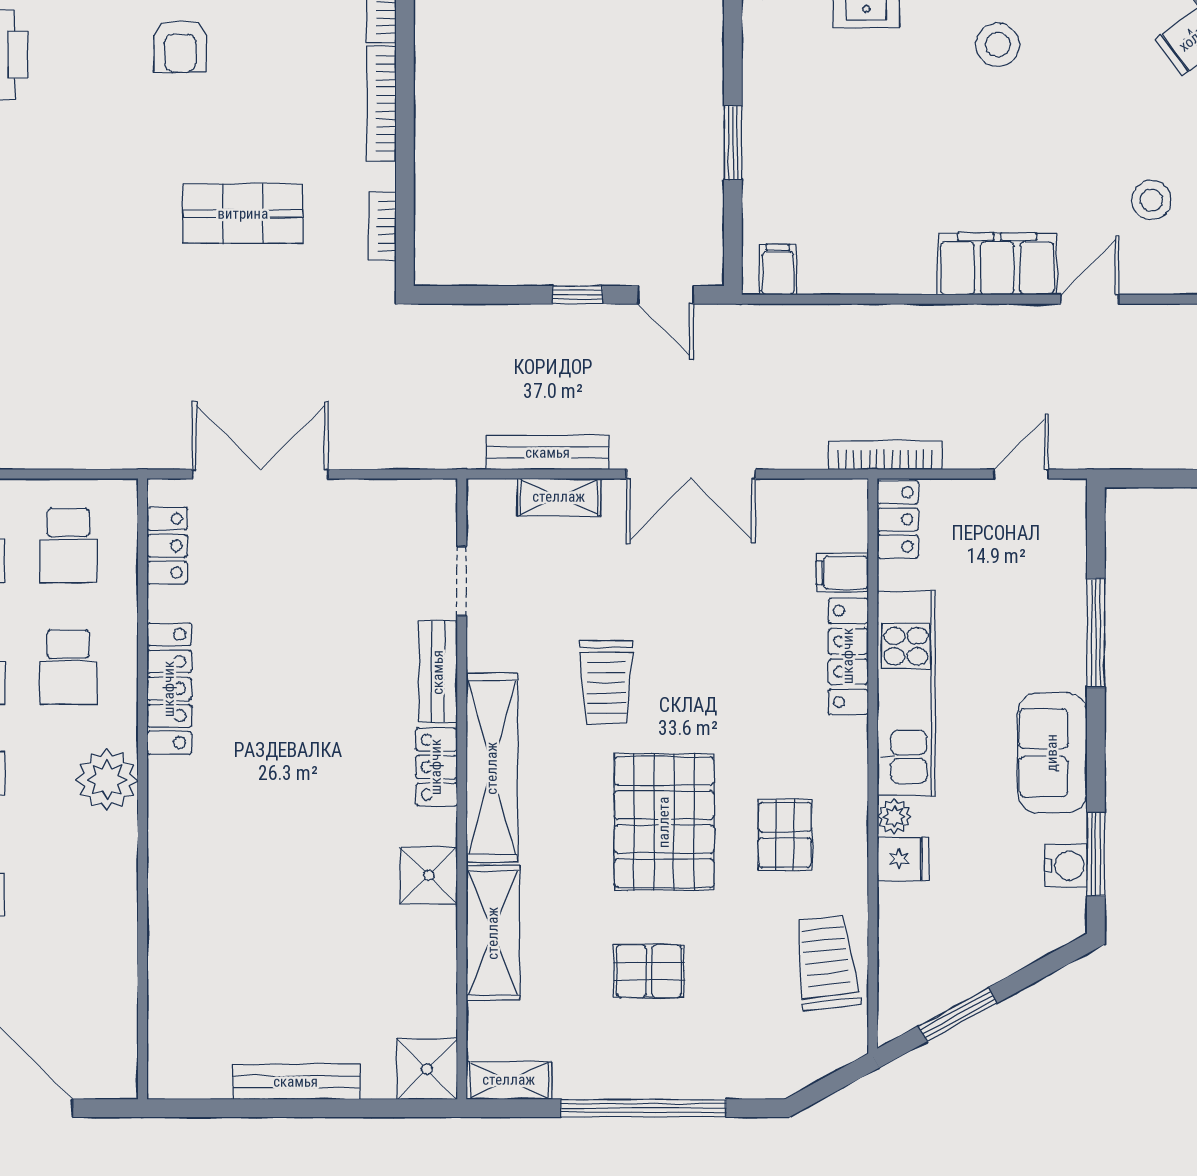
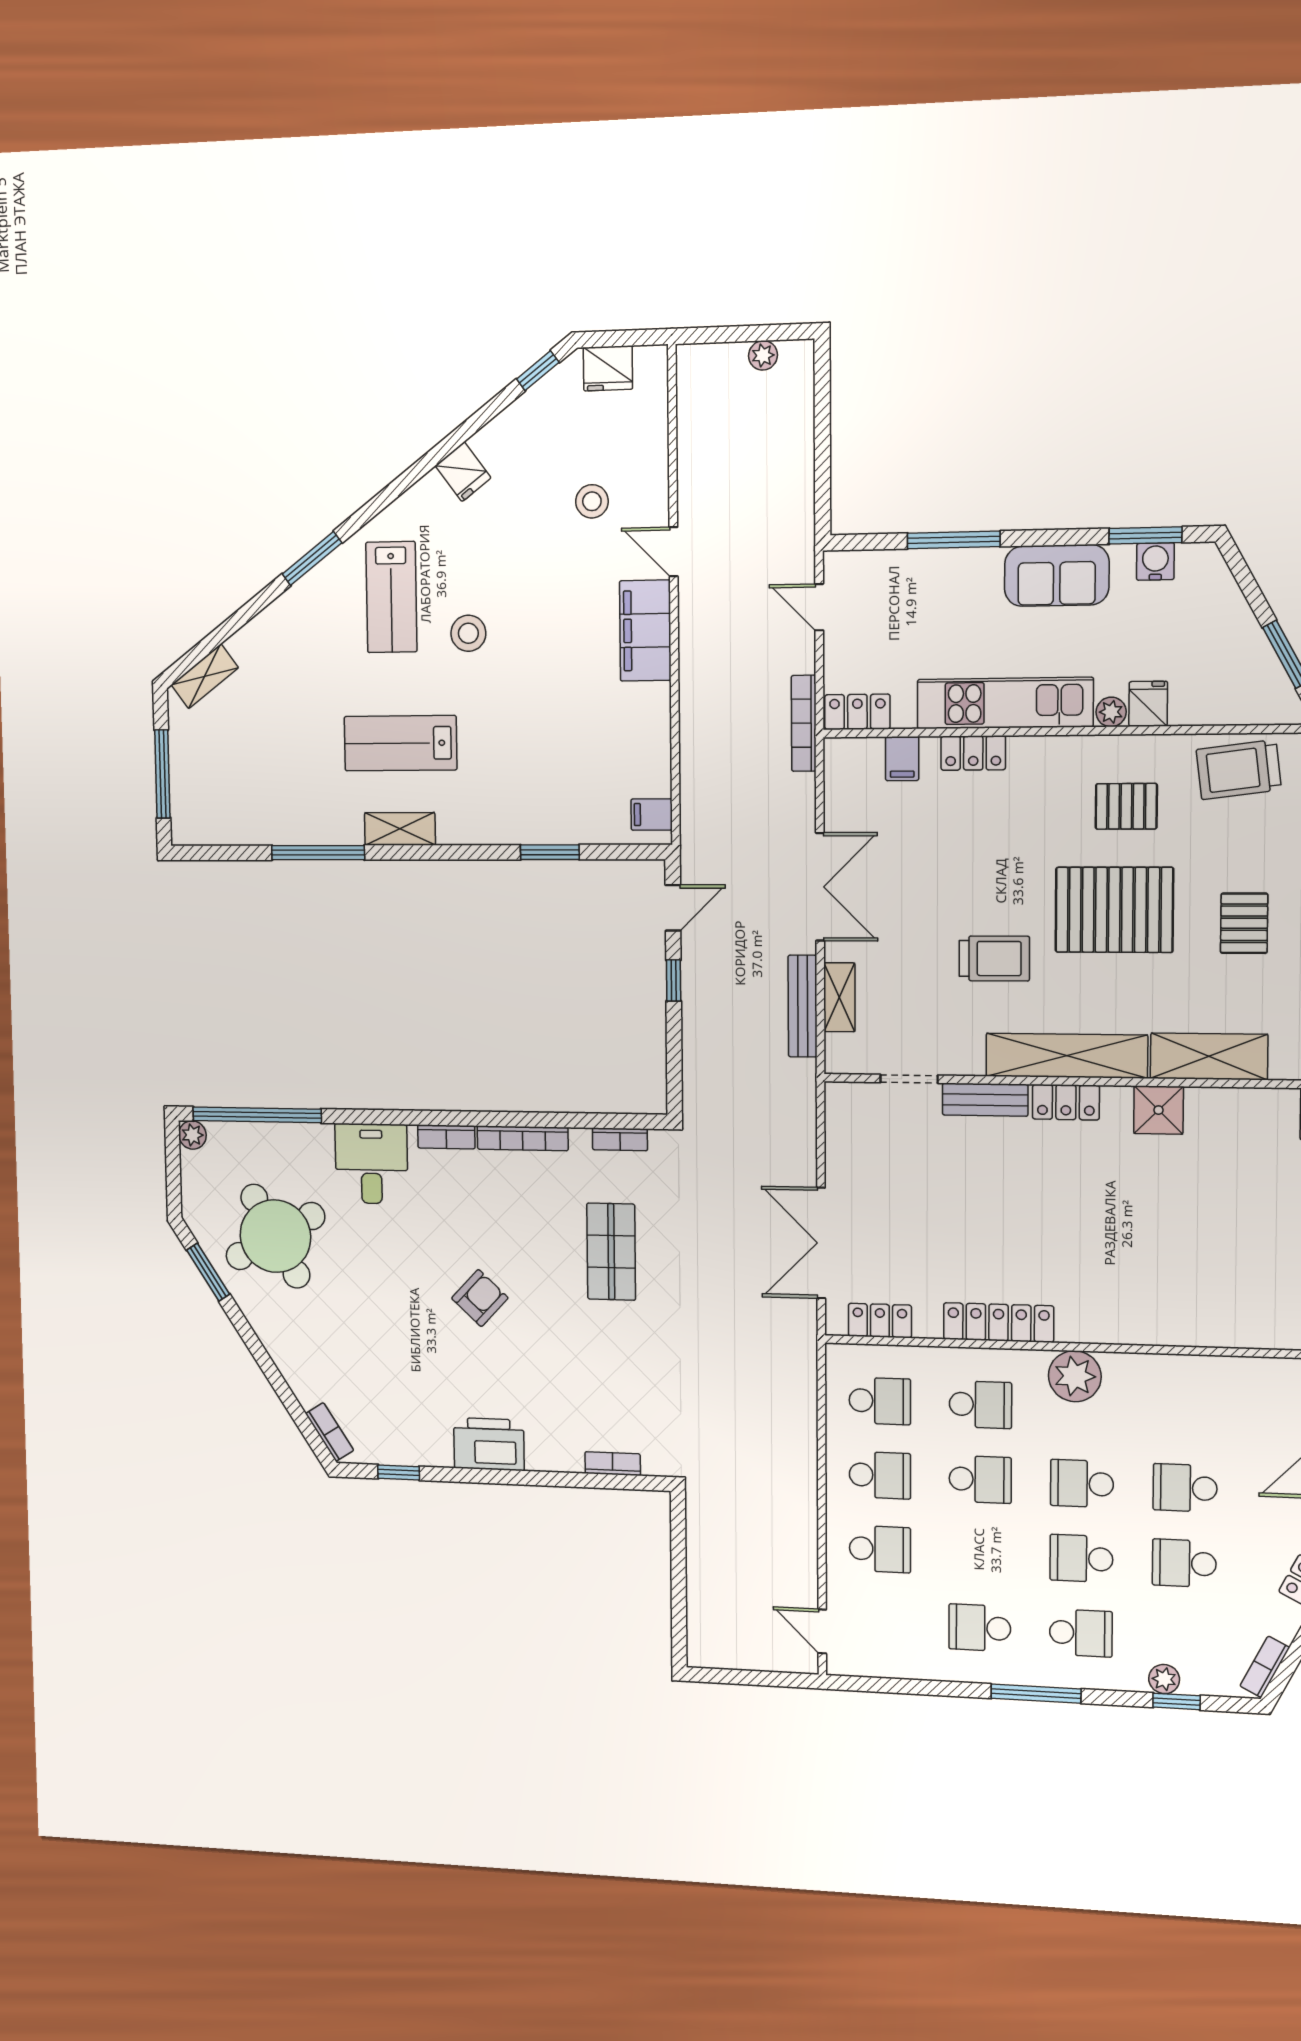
armchair: (180, 46) -> (480, 1298), turned -47
locker: (848, 656) -> (973, 753), width x0.66

